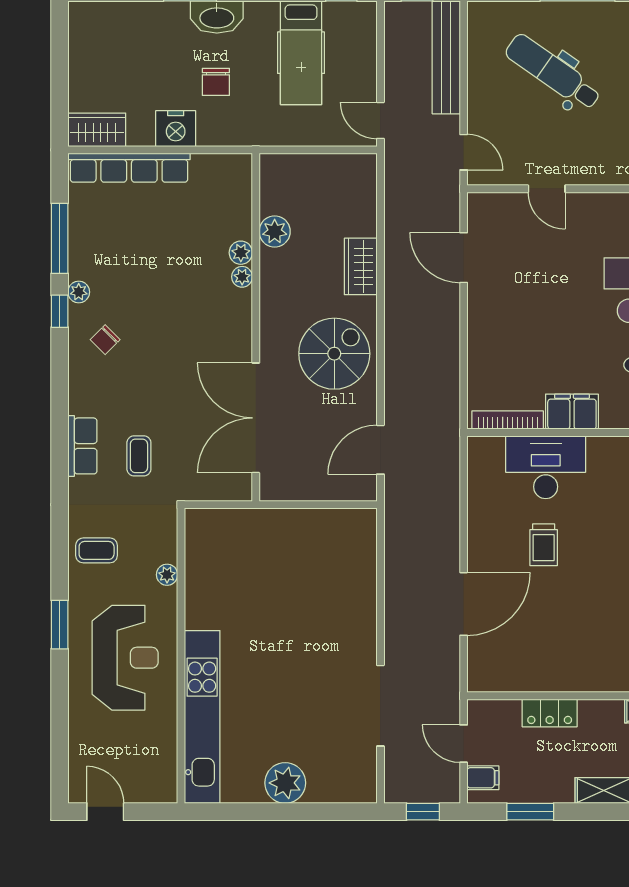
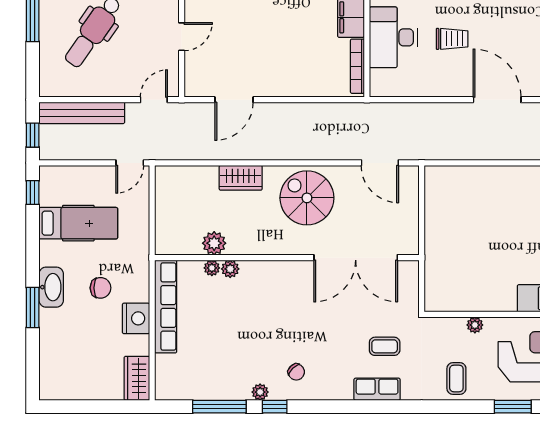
row of seats: (129, 168) -> (166, 307), moved
plant: (242, 277) -> (212, 268), moved

